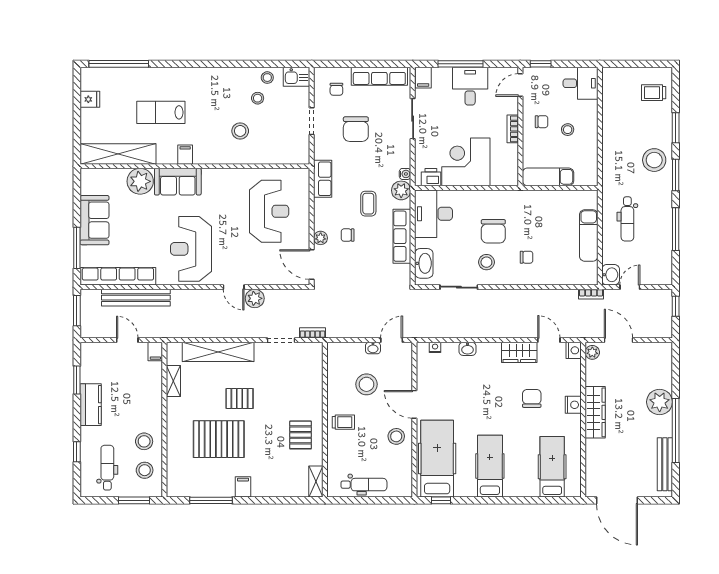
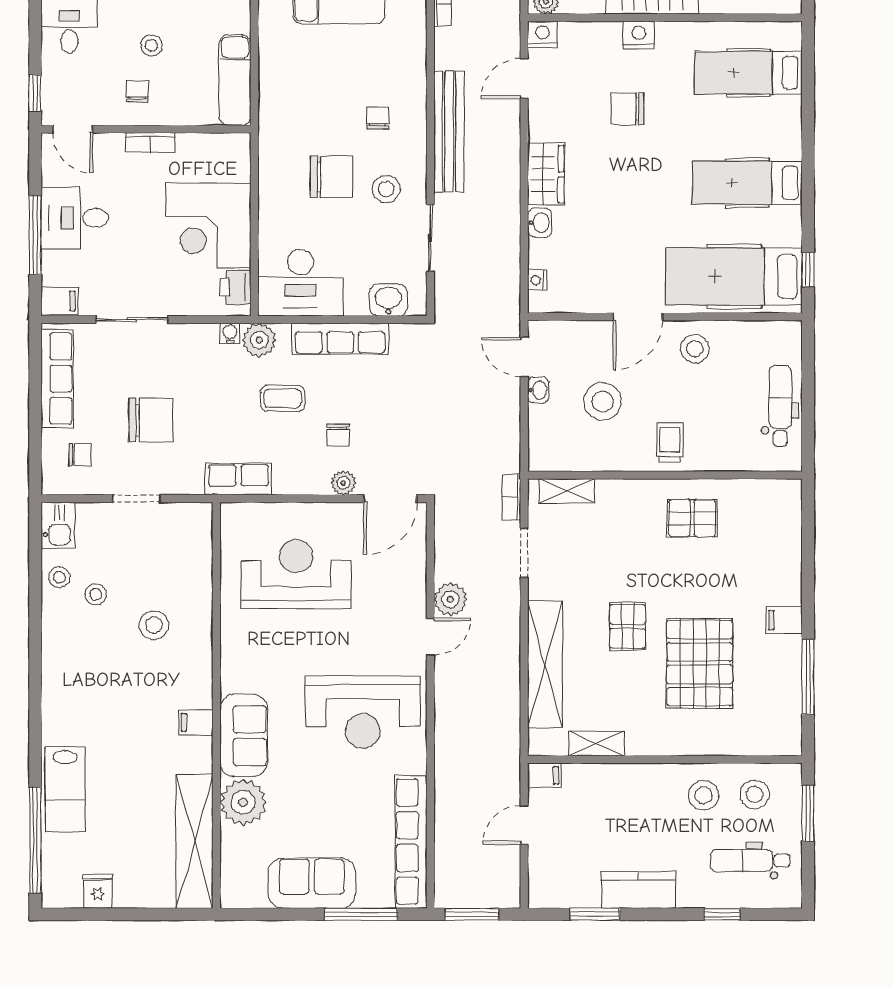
lab bench: (161, 112) -> (65, 789), moved
washbasin: (424, 263) -> (388, 300), width x0.72
bench: (136, 298) -> (449, 131), moved
wardrobe: (519, 352) -> (546, 174), moved
shelving: (316, 482) -> (567, 491), moved

